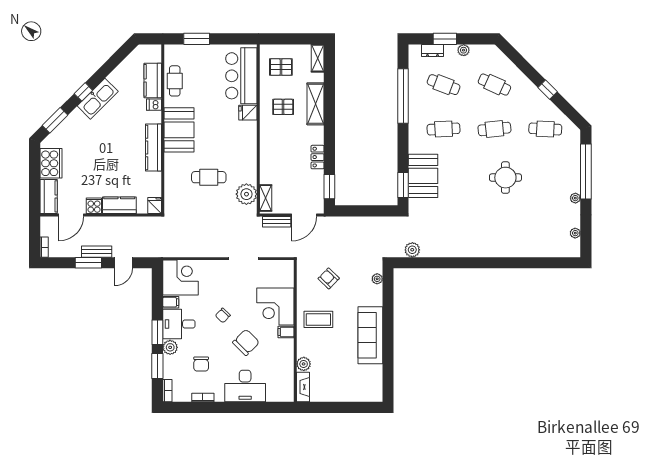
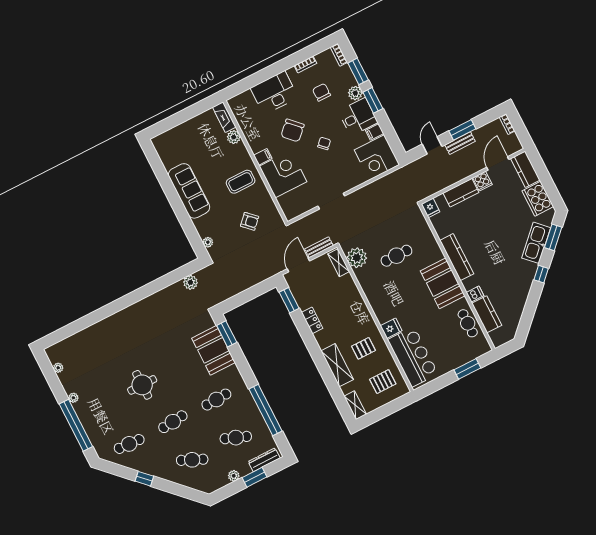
dresser: (433, 51) -> (264, 460), width x1.44
kitchen sink: (98, 99) -> (536, 243), moved

